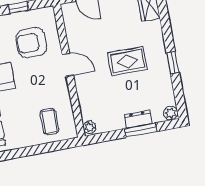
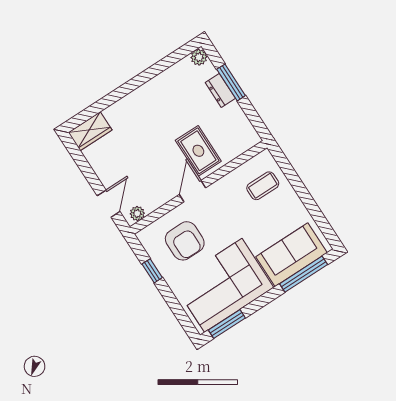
rug: (127, 61) -> (198, 151), moved
window: (173, 63) -> (143, 78), removed
plant: (89, 127) -> (137, 213), moved

